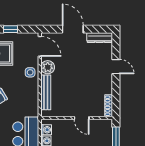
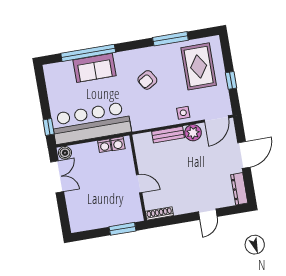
bench: (46, 92) -> (168, 135), width x0.73
door: (82, 118) -> (139, 184), swing flipped

